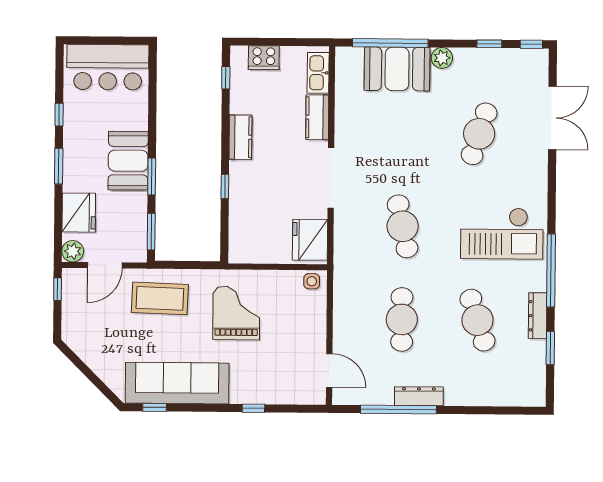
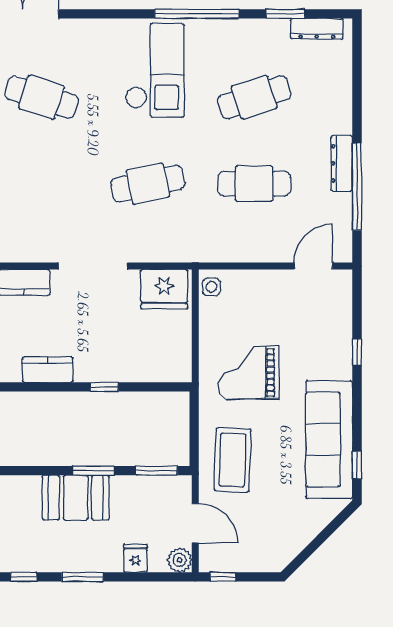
fridge: (79, 213) -> (135, 558), width x0.53, depth x0.75
dresser: (538, 316) -> (317, 29), moved

